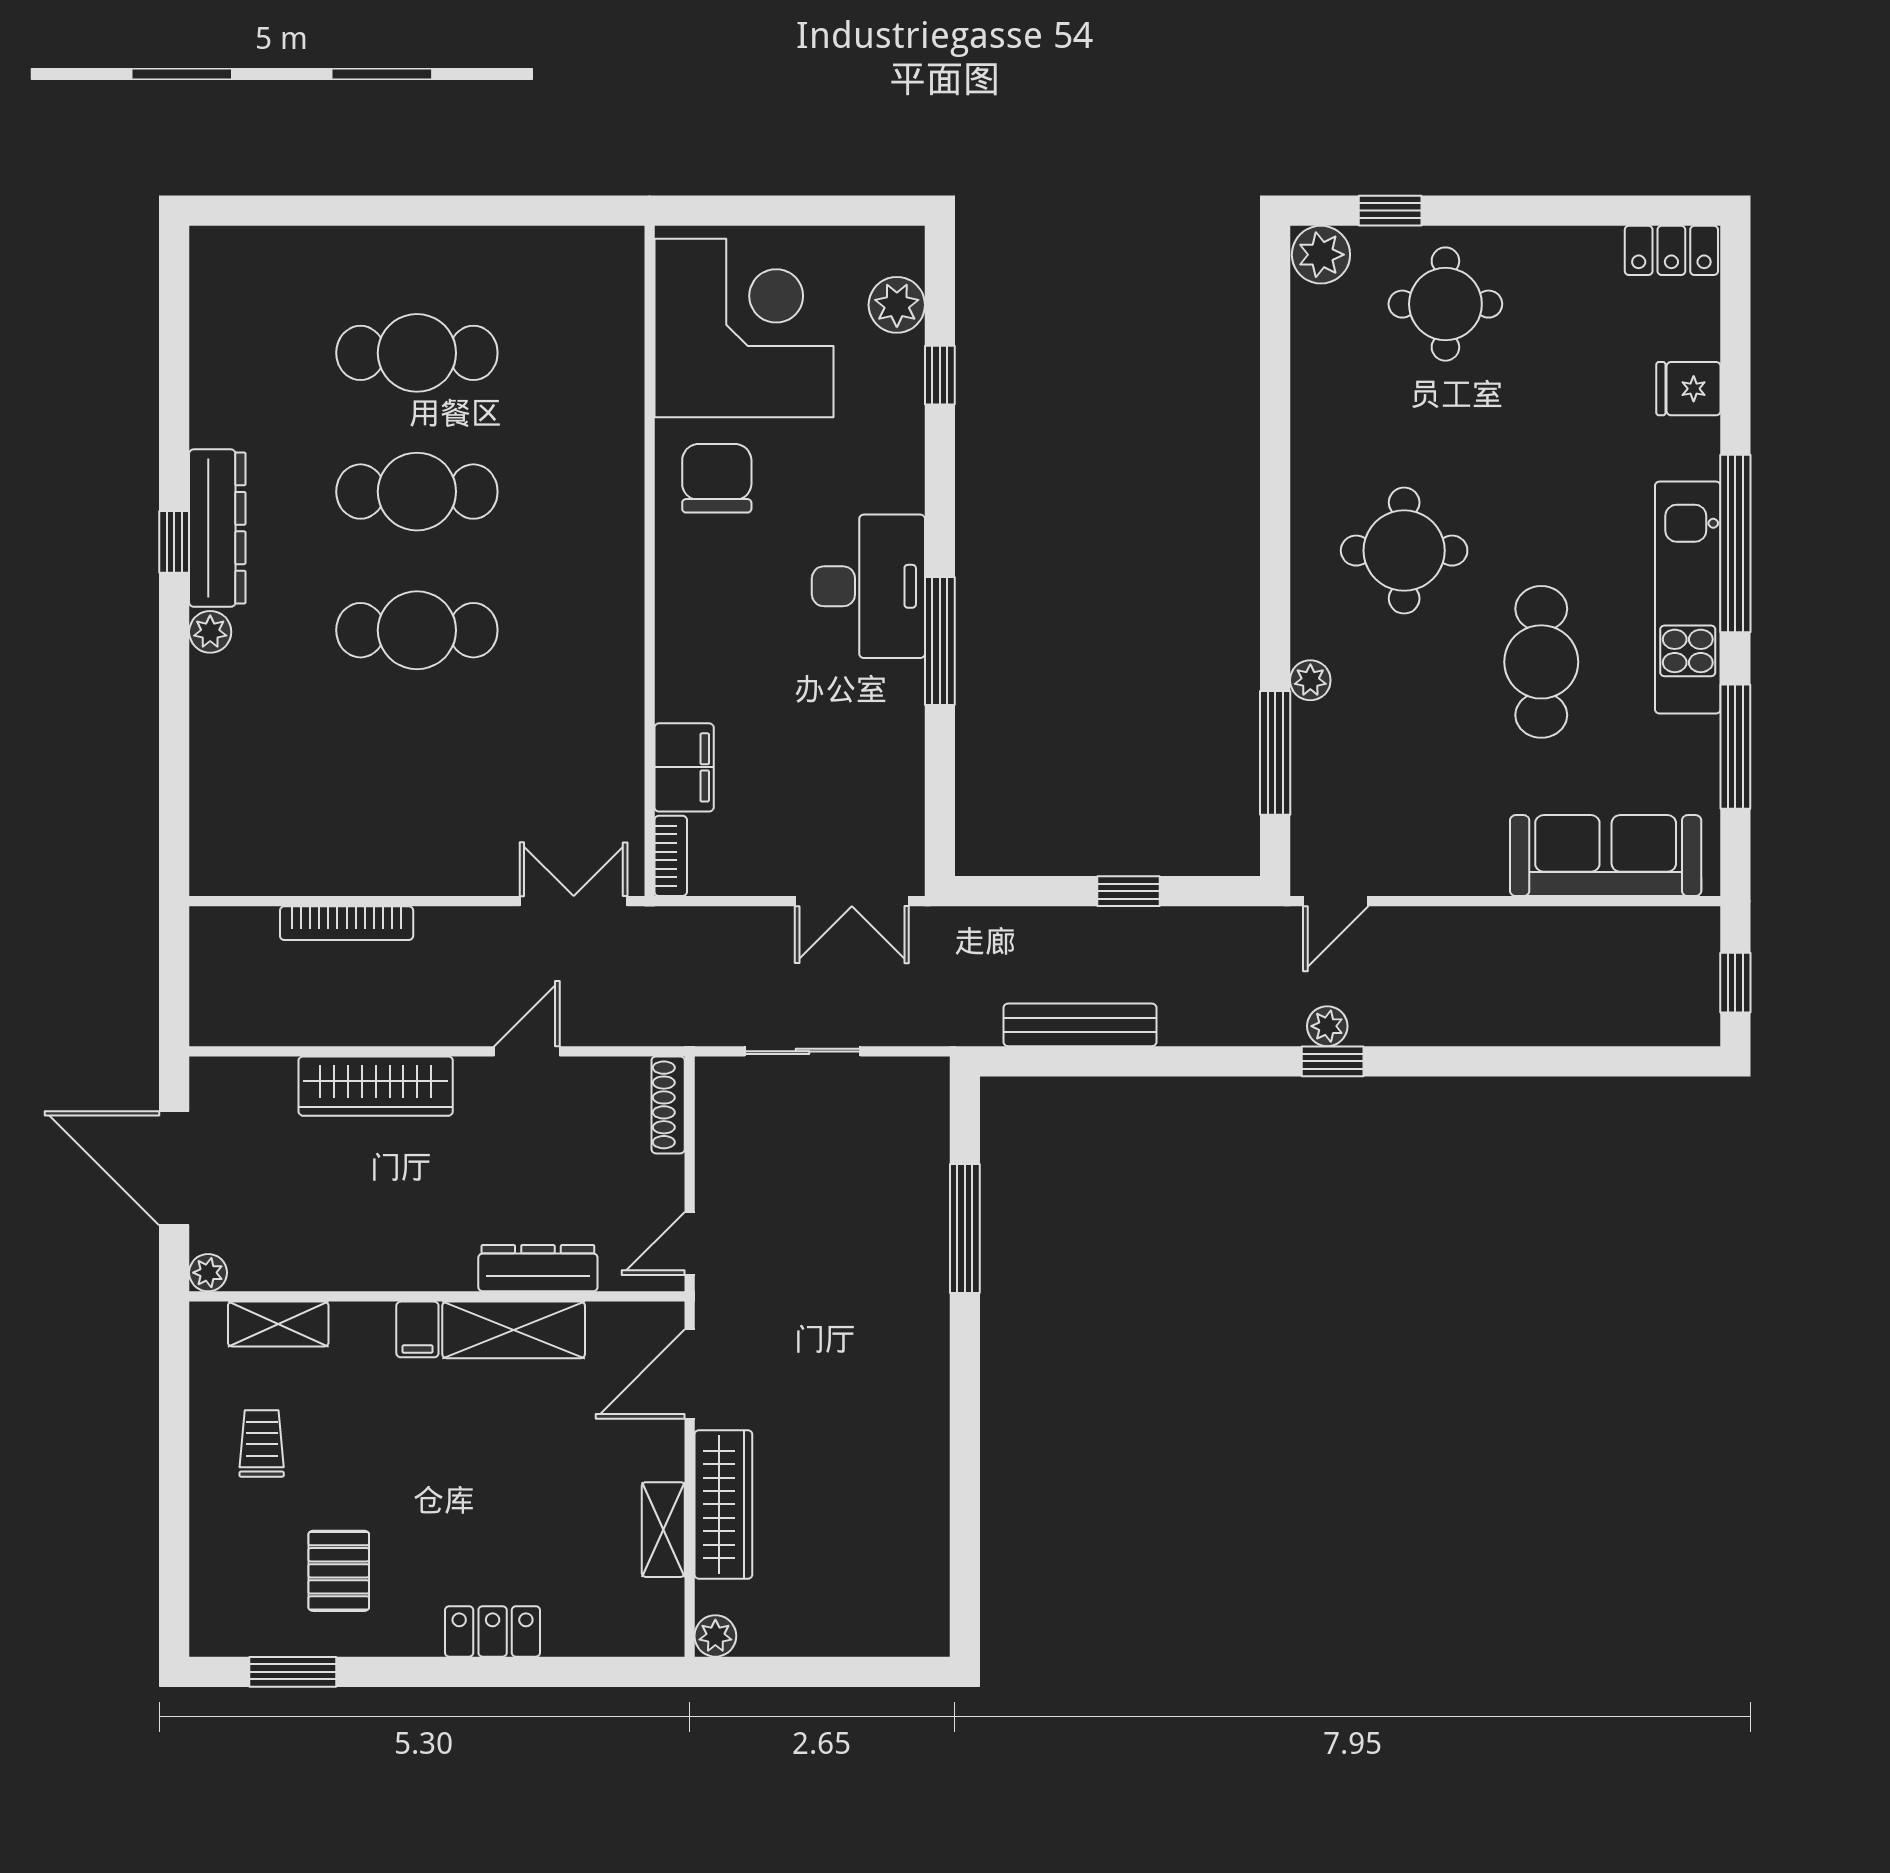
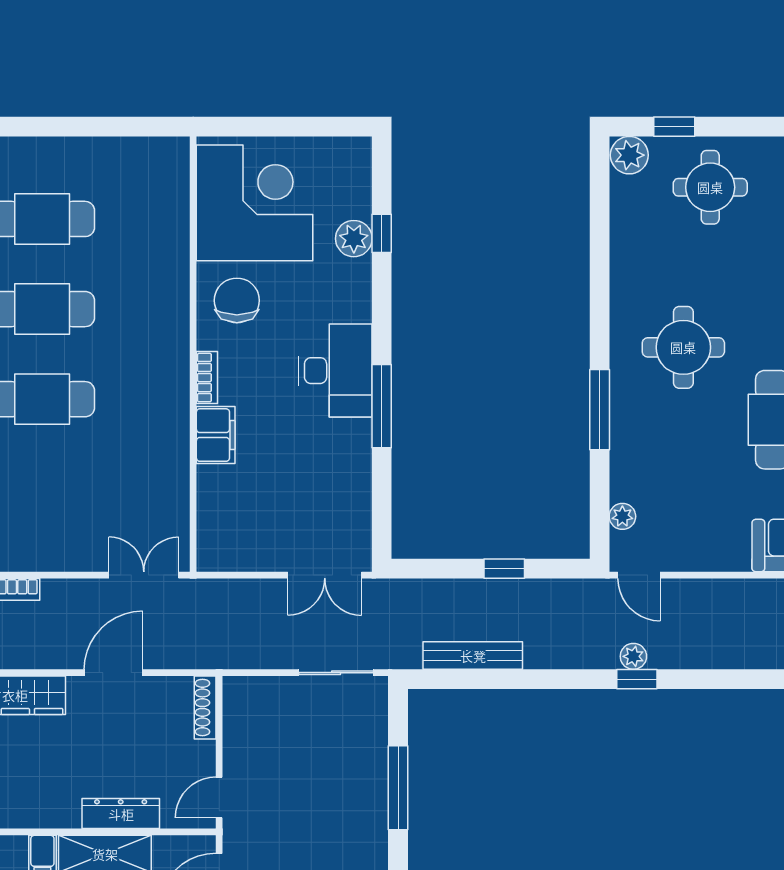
plant: (897, 305) -> (354, 239), moved
plant: (1310, 680) -> (622, 516), moved
window: (1275, 753) -> (600, 410), moved
filing cabinet: (684, 767) -> (216, 435), moved
bookcase: (671, 856) -> (207, 378), moved
door: (1336, 901) -> (639, 575), hinge flipped
door: (527, 1051) -> (113, 673), width x1.38
sliding door: (803, 1051) -> (336, 673), moved

